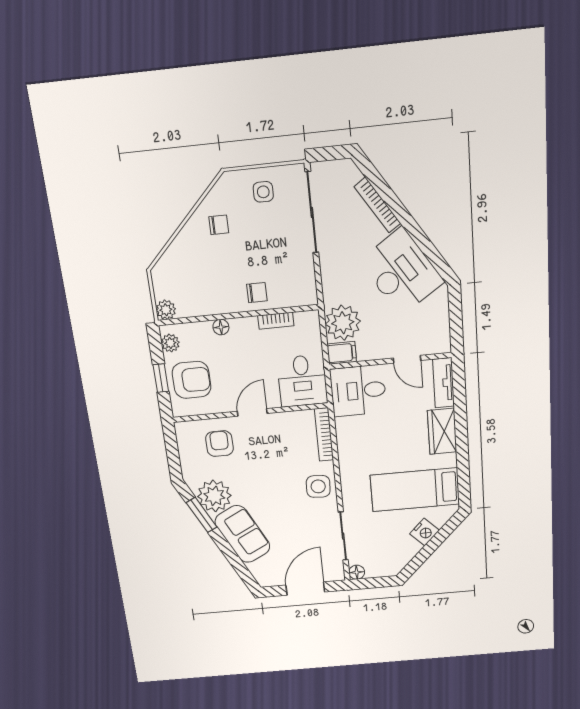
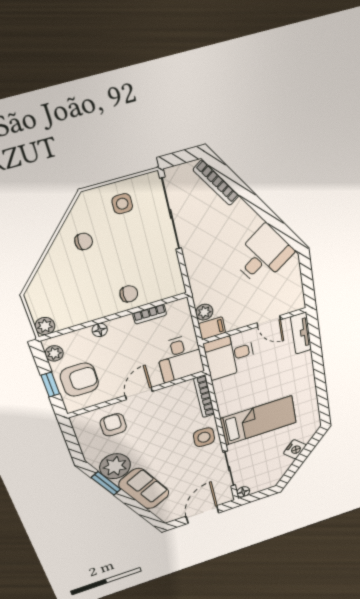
bookcase: (377, 205) -> (216, 183), moved
desk: (402, 272) -> (263, 256), width x0.73
plant: (343, 323) -> (204, 312), width x0.53, depth x0.53
wardrobe: (442, 431) -> (303, 371), removed
bed: (415, 490) -> (258, 421), moved, turned 180

